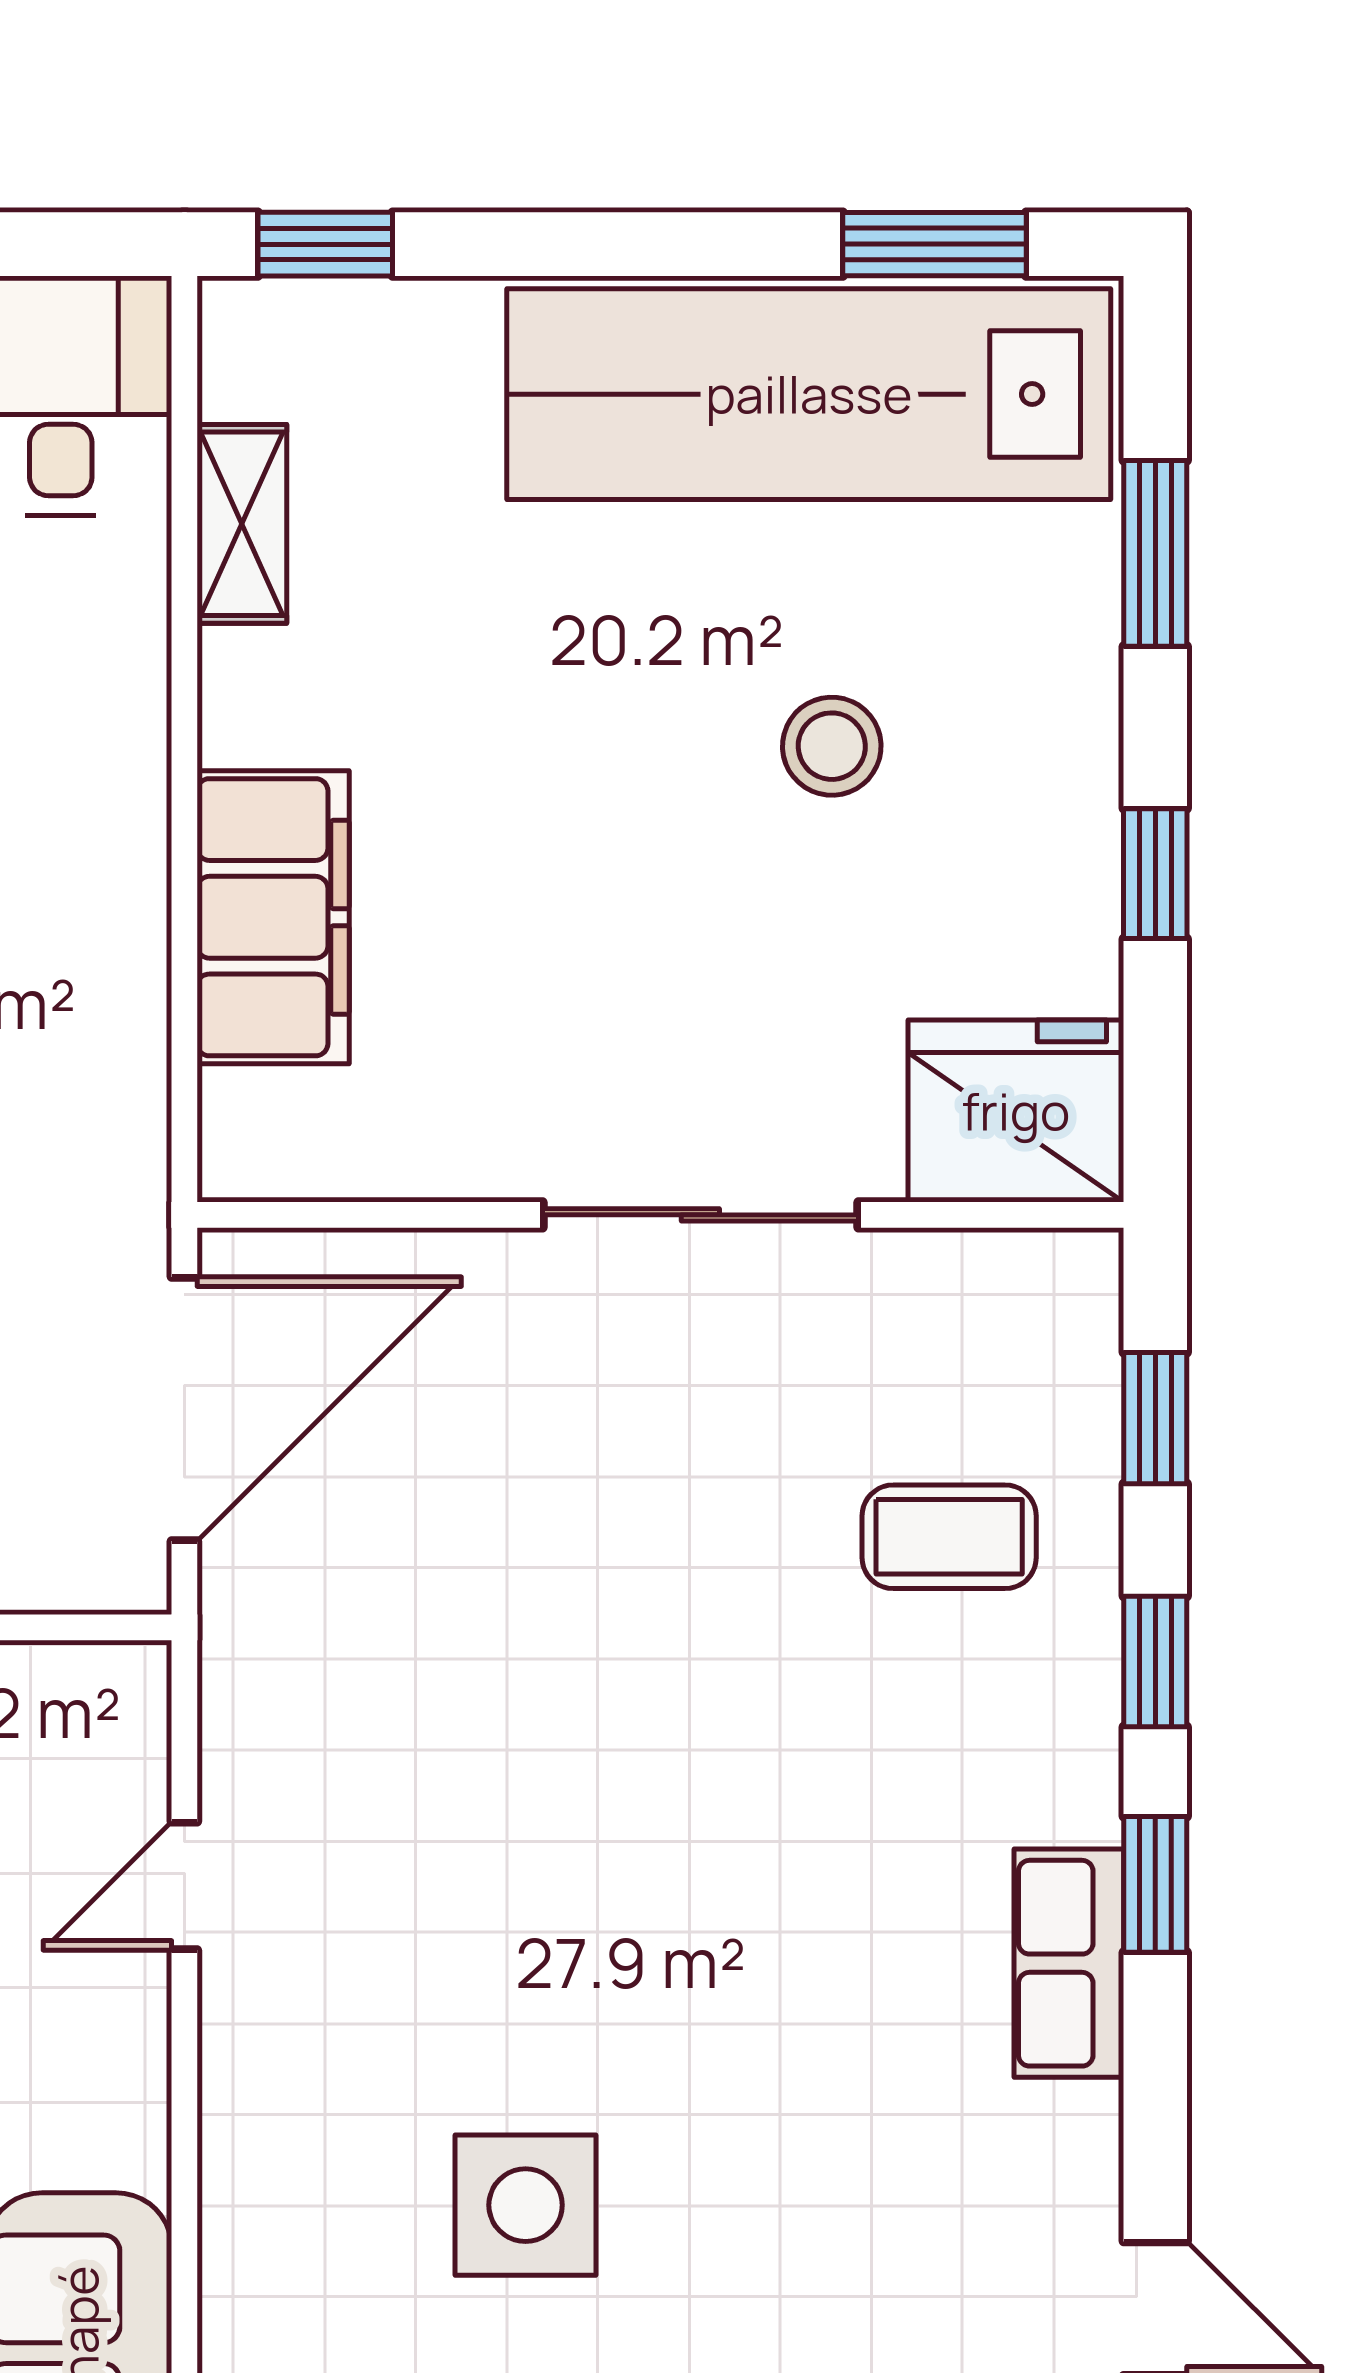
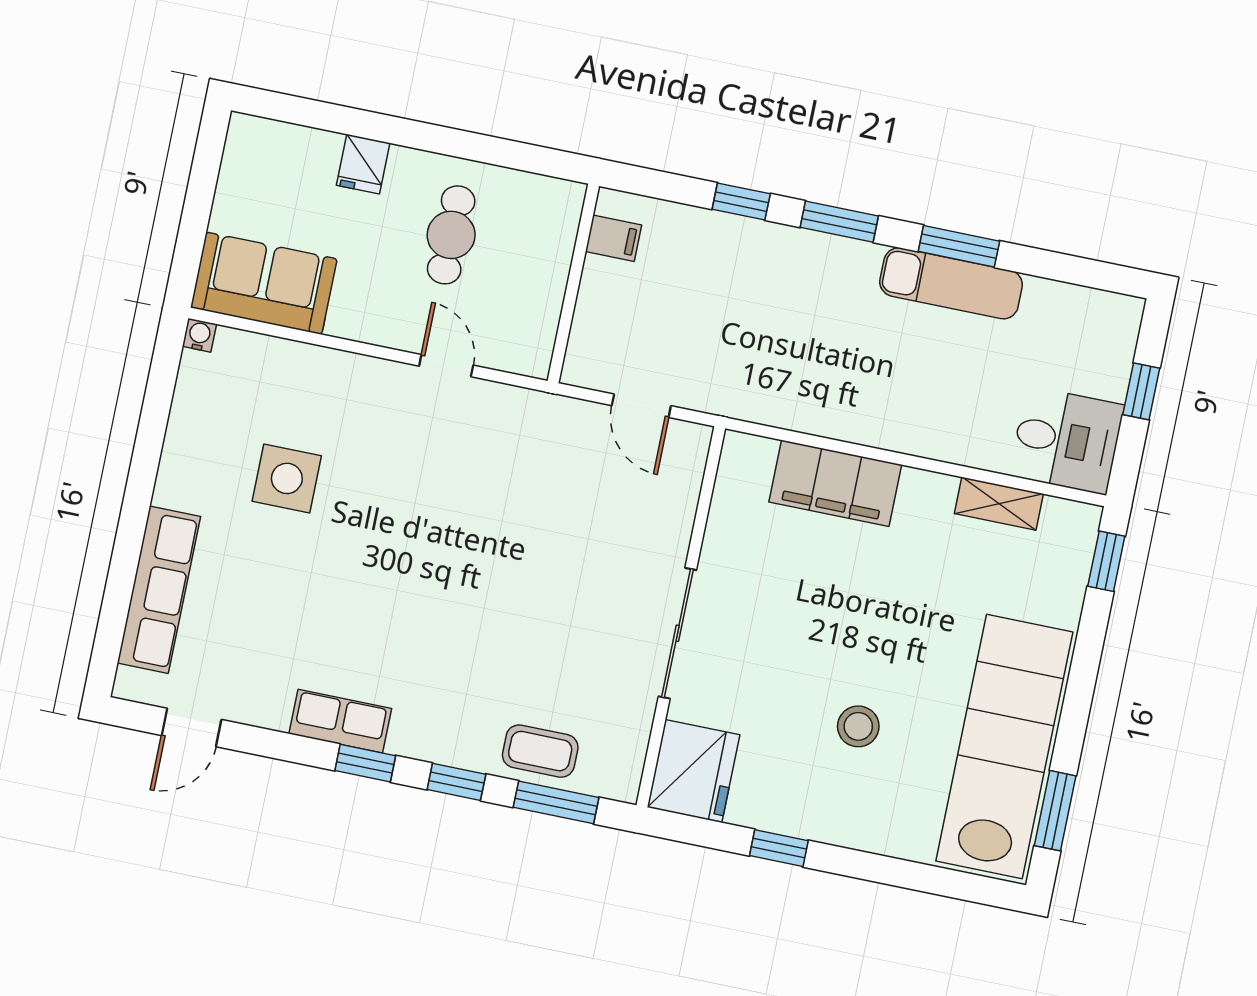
window: (1155, 553) -> (910, 875), removed
door: (184, 1409) -> (641, 406), width x0.53
window: (1155, 1418) -> (556, 802), width x1.50
coffee table: (949, 1537) -> (540, 751), moved, turned 90

